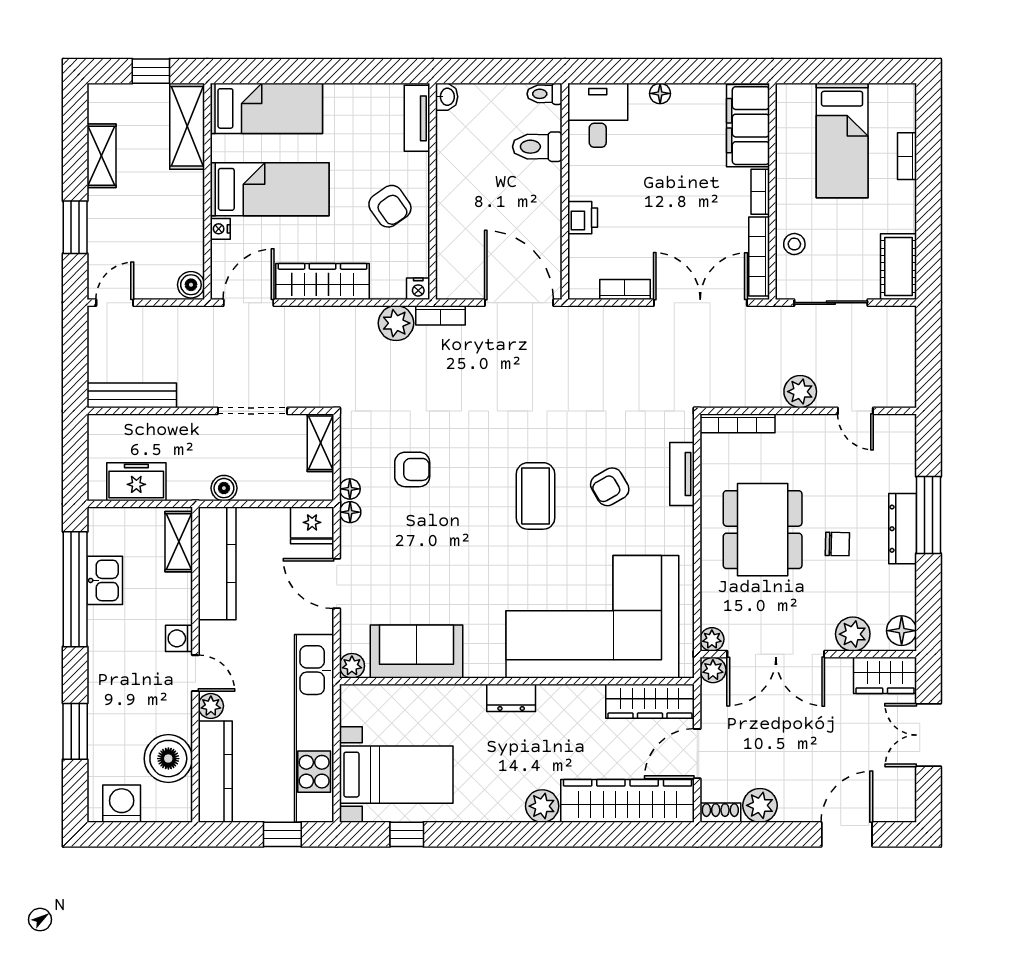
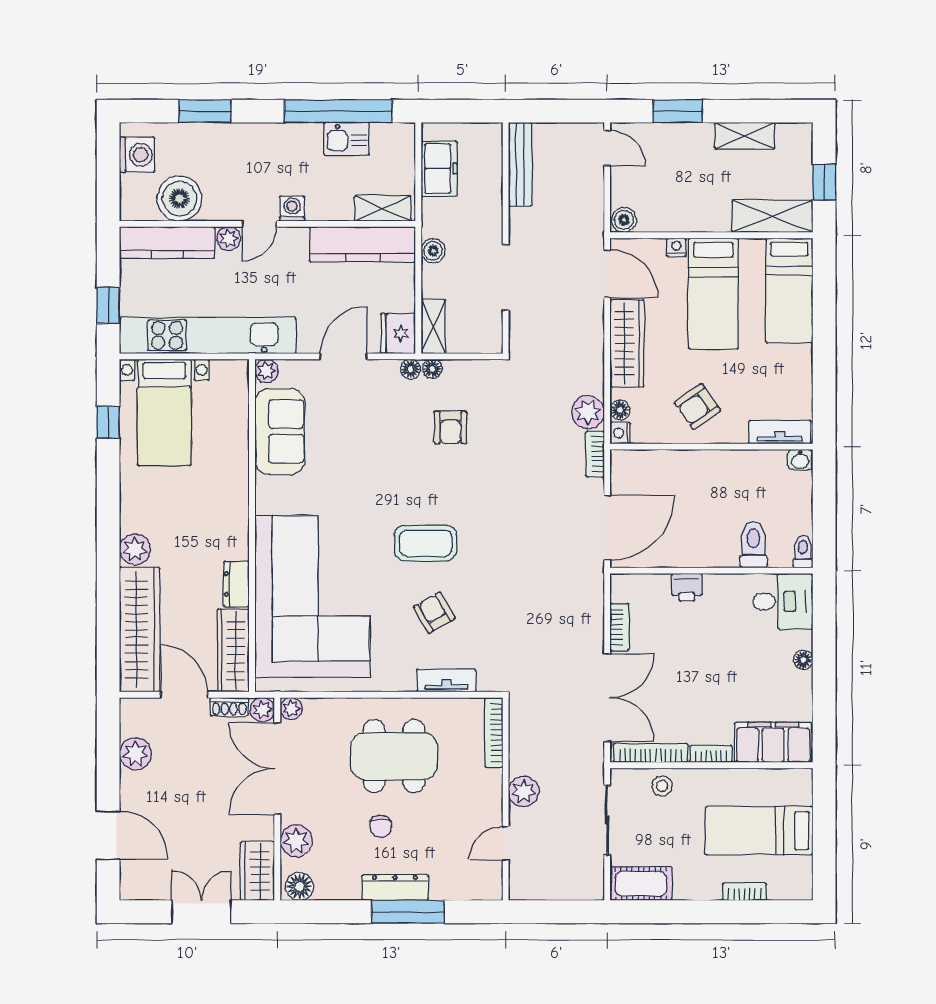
floor lamp: (394, 289) -> (620, 410), added
shelving: (320, 443) -> (433, 326), moved, turned 90
dresser: (511, 698) -> (236, 584), moved
shoe rack: (720, 813) -> (229, 707), moved, turned 90

